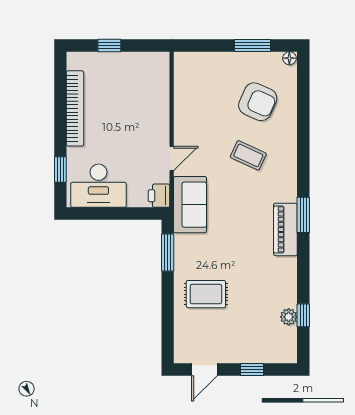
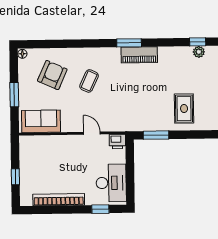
window: (253, 46) -> (14, 95), moved
sofa: (190, 205) -> (41, 121), moved

